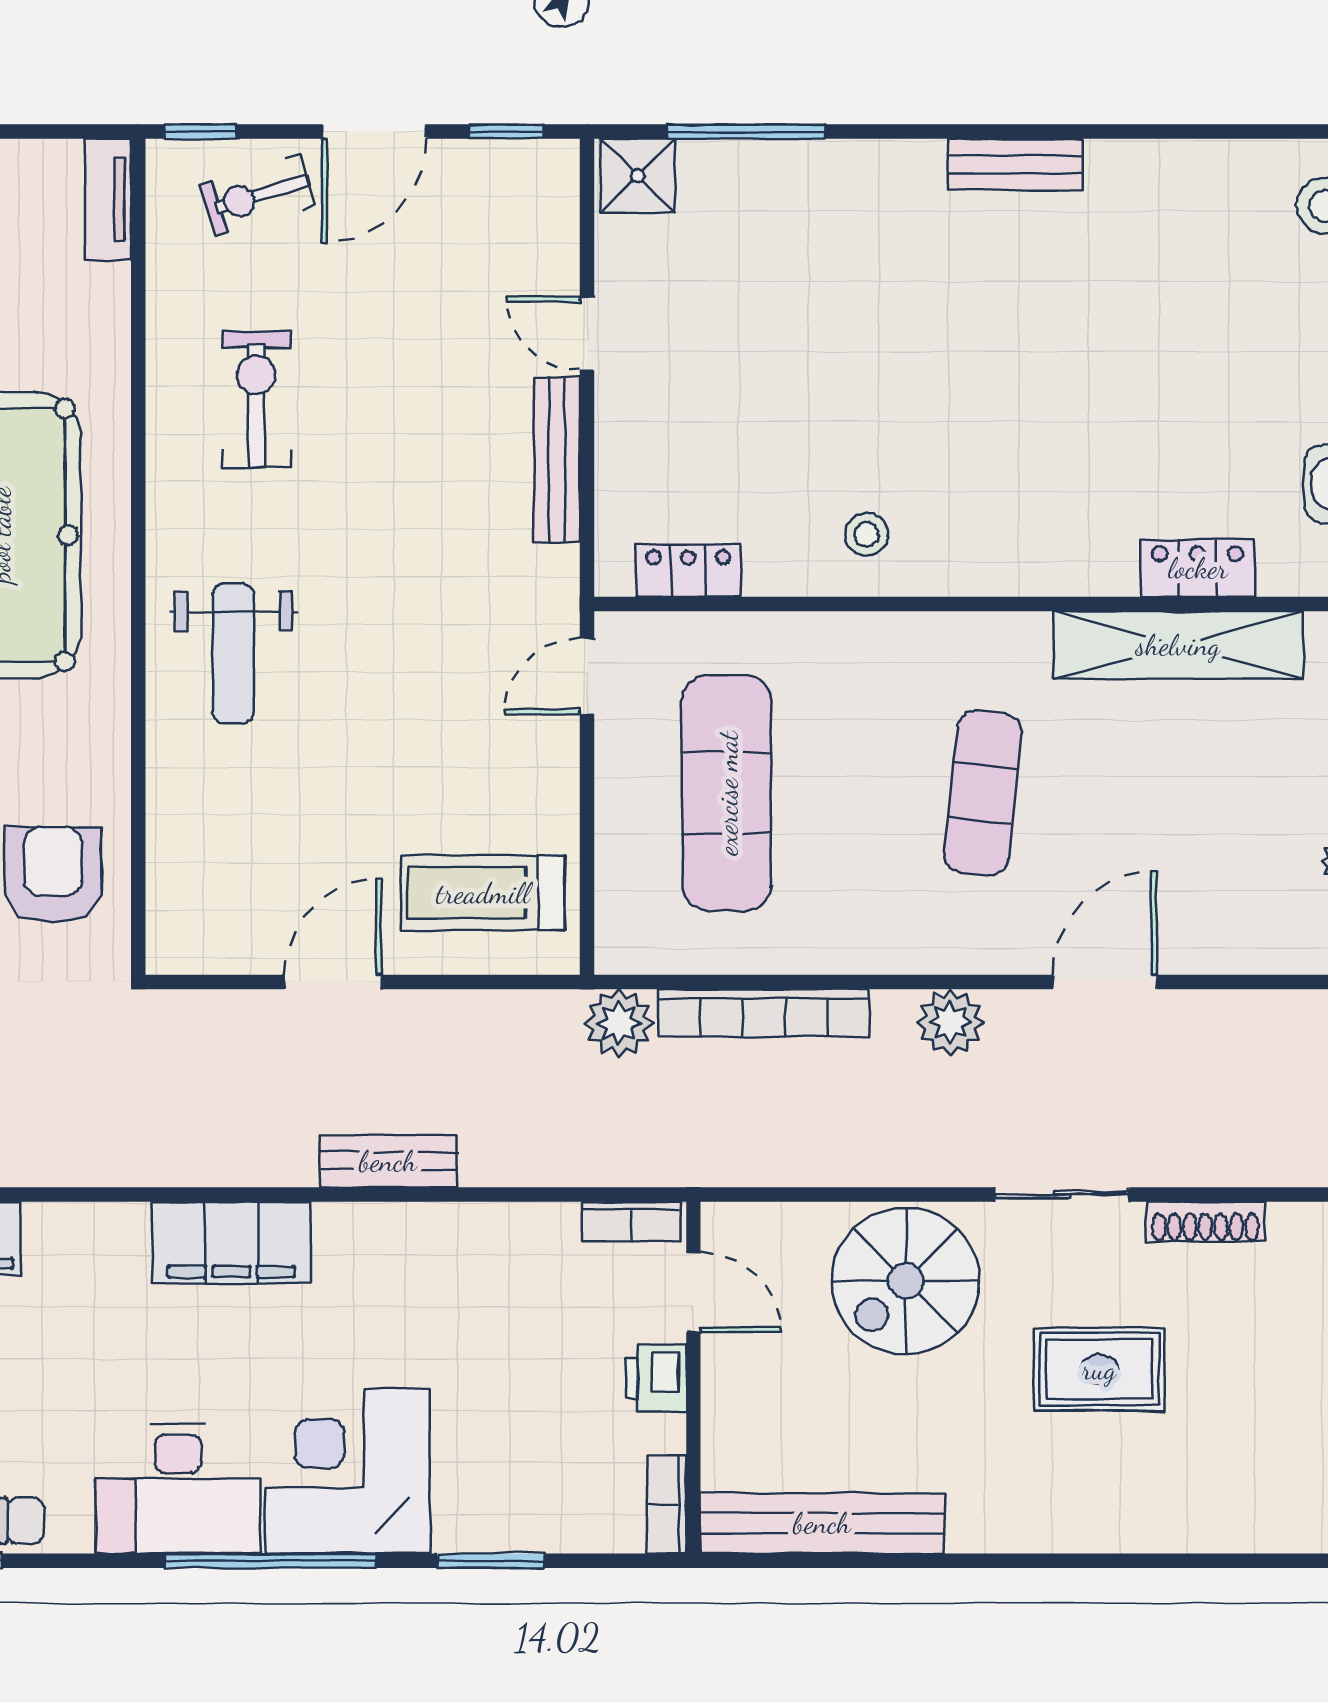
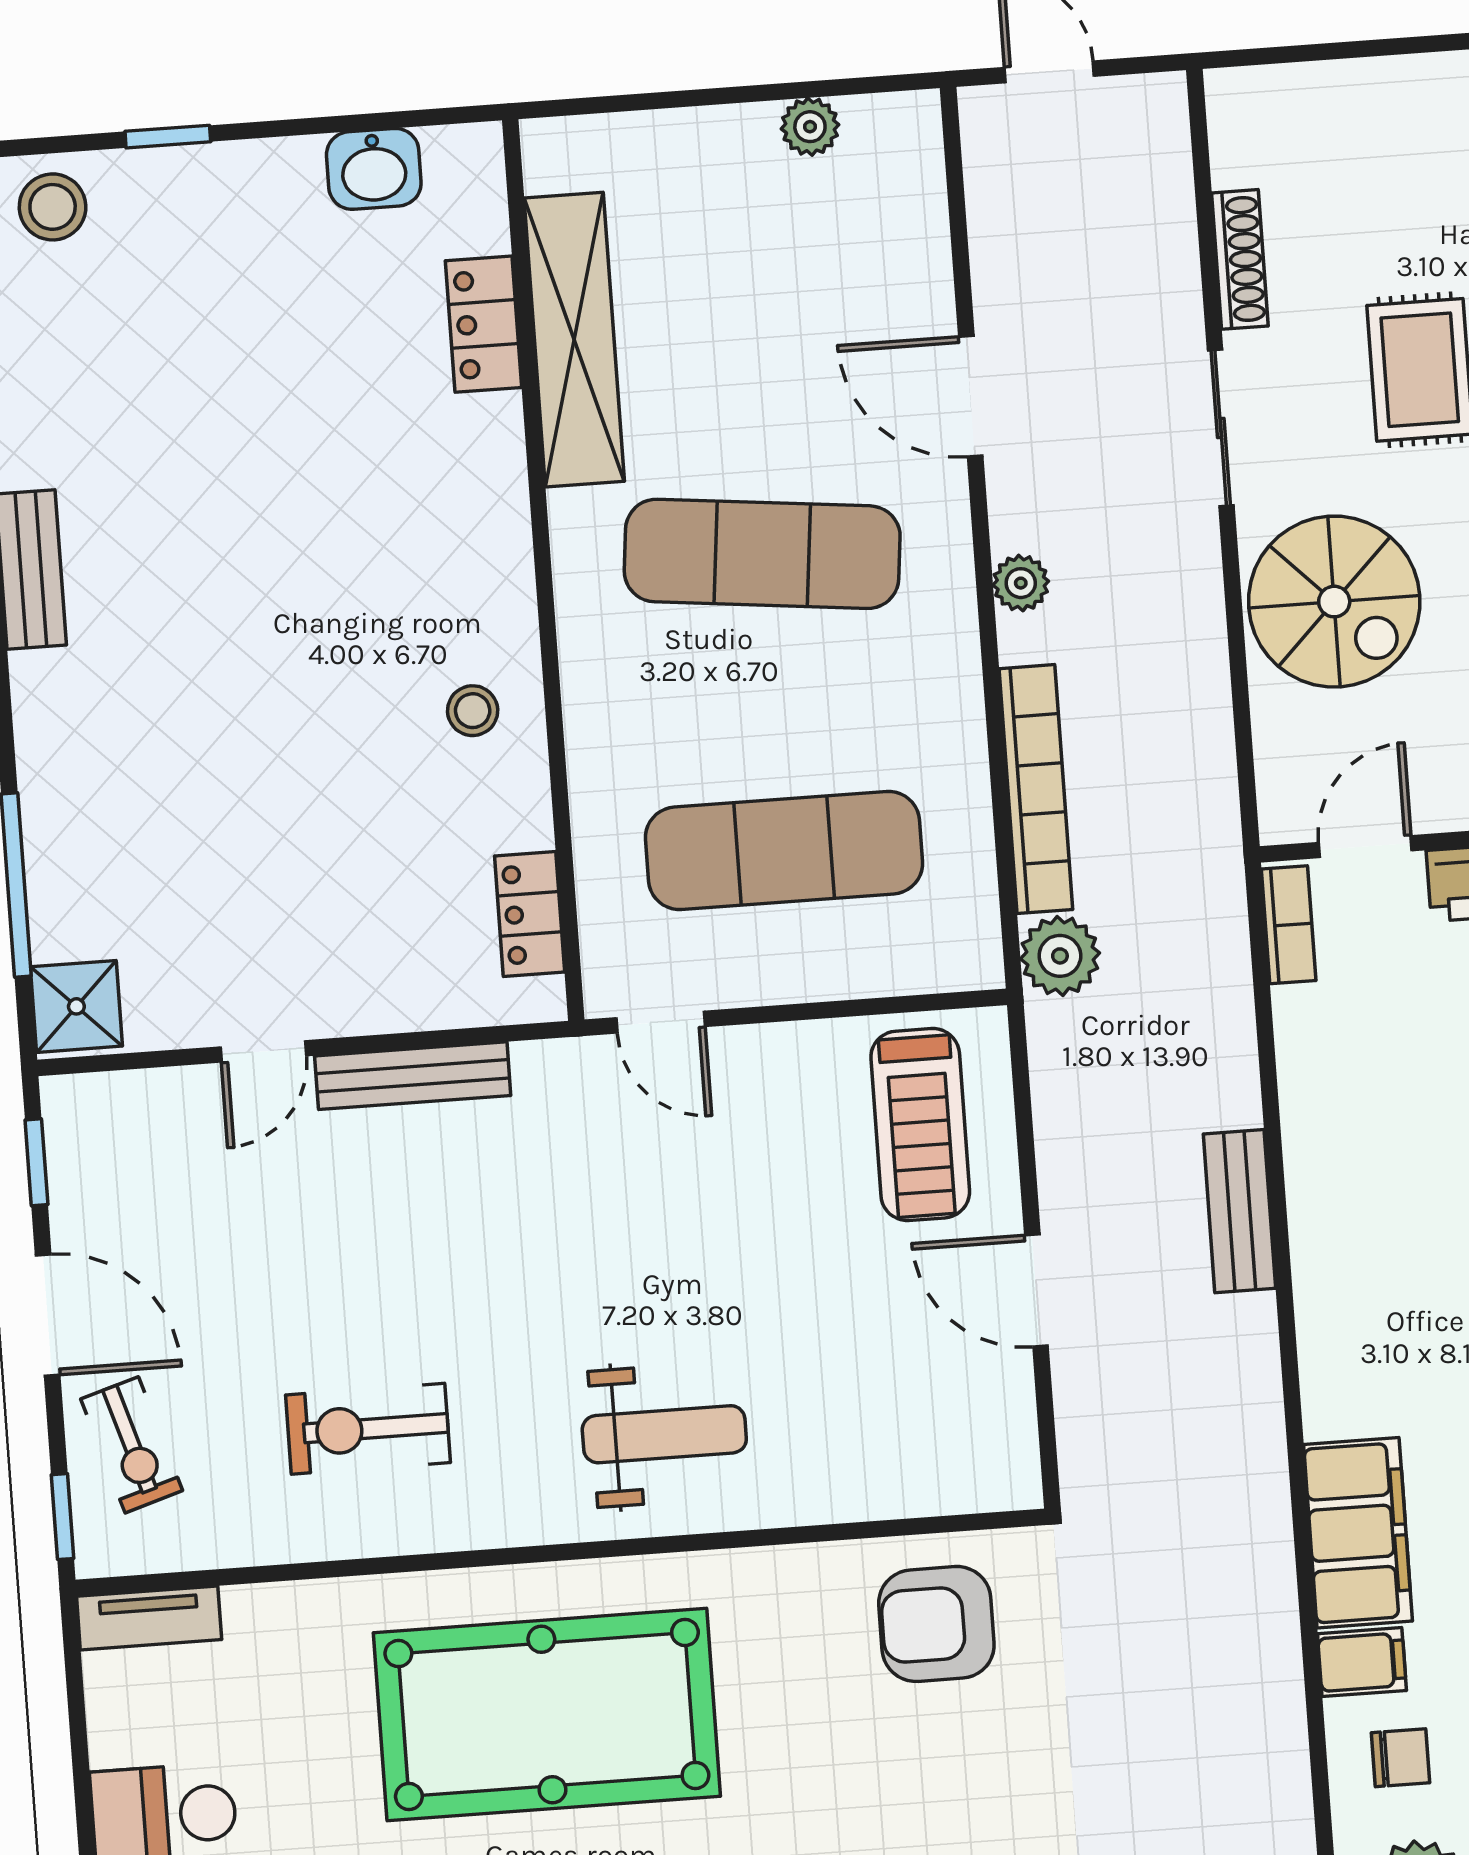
exercise mat: (983, 793) -> (762, 554), width x1.36, depth x1.45
plant: (950, 1022) -> (1021, 583), width x0.73, depth x0.73
filing cabinet: (231, 1243) -> (1358, 1533), moved

